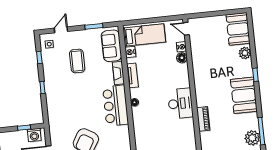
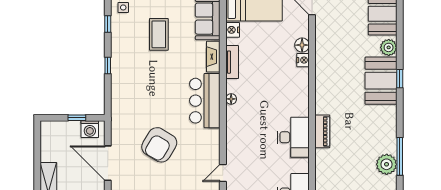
nightstand: (181, 47) -> (303, 60), moved
booth: (244, 95) -> (381, 81), moved
desk: (180, 103) -> (293, 137), moved

